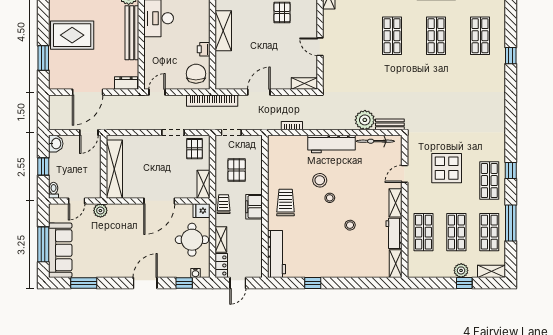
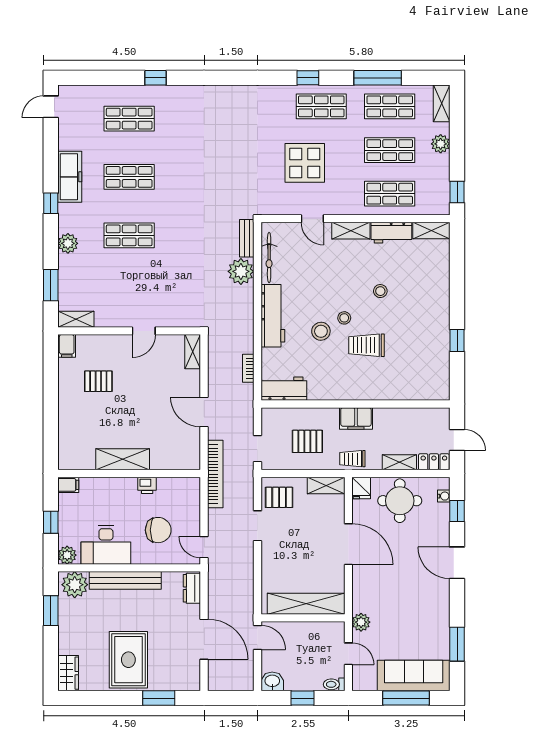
chair: (196, 74) -> (158, 530), moved, turned 180
trolley: (286, 203) -> (367, 345), moved
workbench: (276, 254) -> (284, 389), moved, width x0.73
window: (464, 283) -> (457, 192), moved

